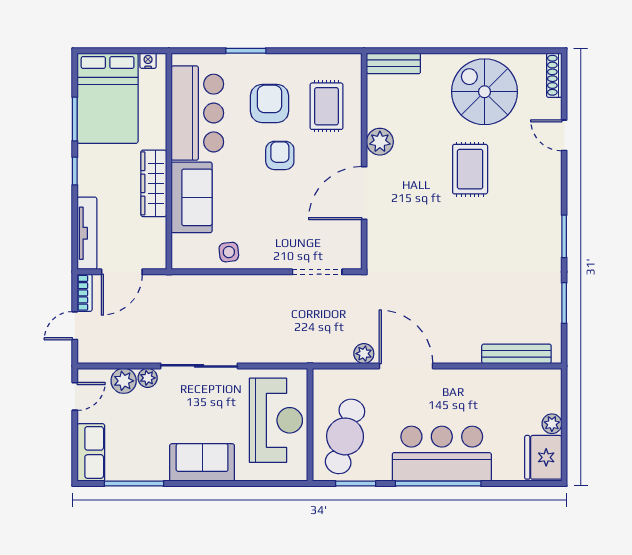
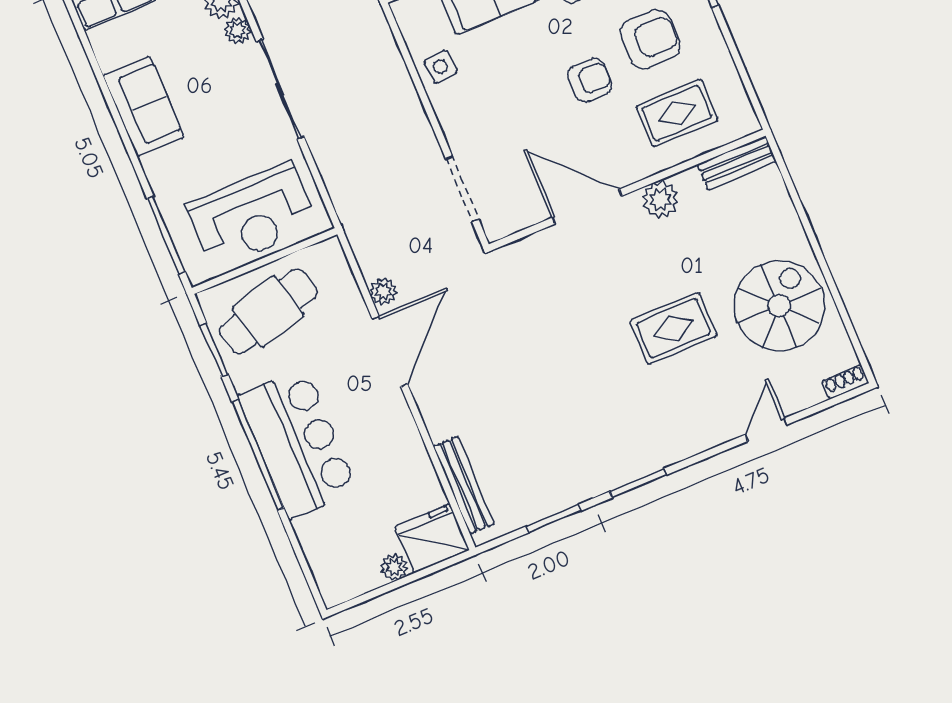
bench: (393, 63) -> (737, 163), moved, turned 90
shoe rack: (554, 75) -> (845, 382), width x0.70
cafe table: (345, 436) -> (268, 312), turned -30
fridge: (543, 457) -> (432, 538), moved
sofa: (202, 462) -> (144, 106), moved
window: (134, 484) -> (166, 235), moved

